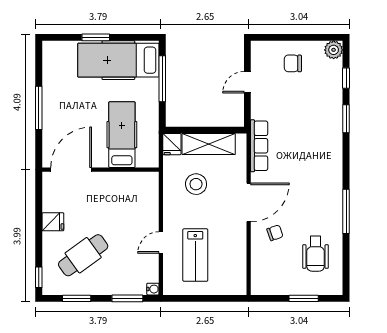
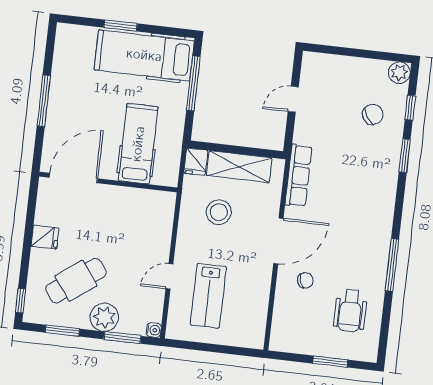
chair: (293, 63) -> (373, 114), moved, turned 146
plant: (110, 283) -> (104, 317), added

